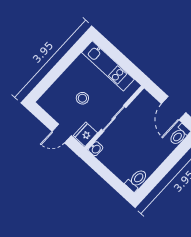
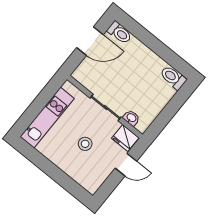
door: (62, 133) -> (126, 165), hinge flipped
washbasin: (96, 149) -> (131, 118), moved

